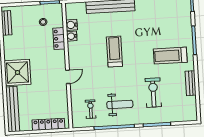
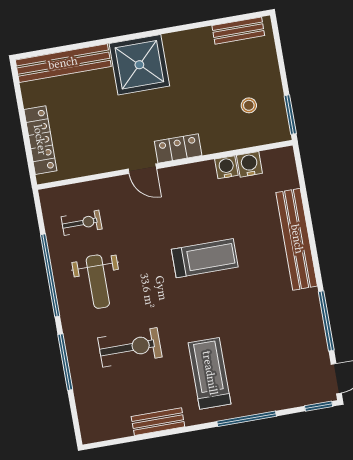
locker: (59, 39) -> (178, 148), moved

